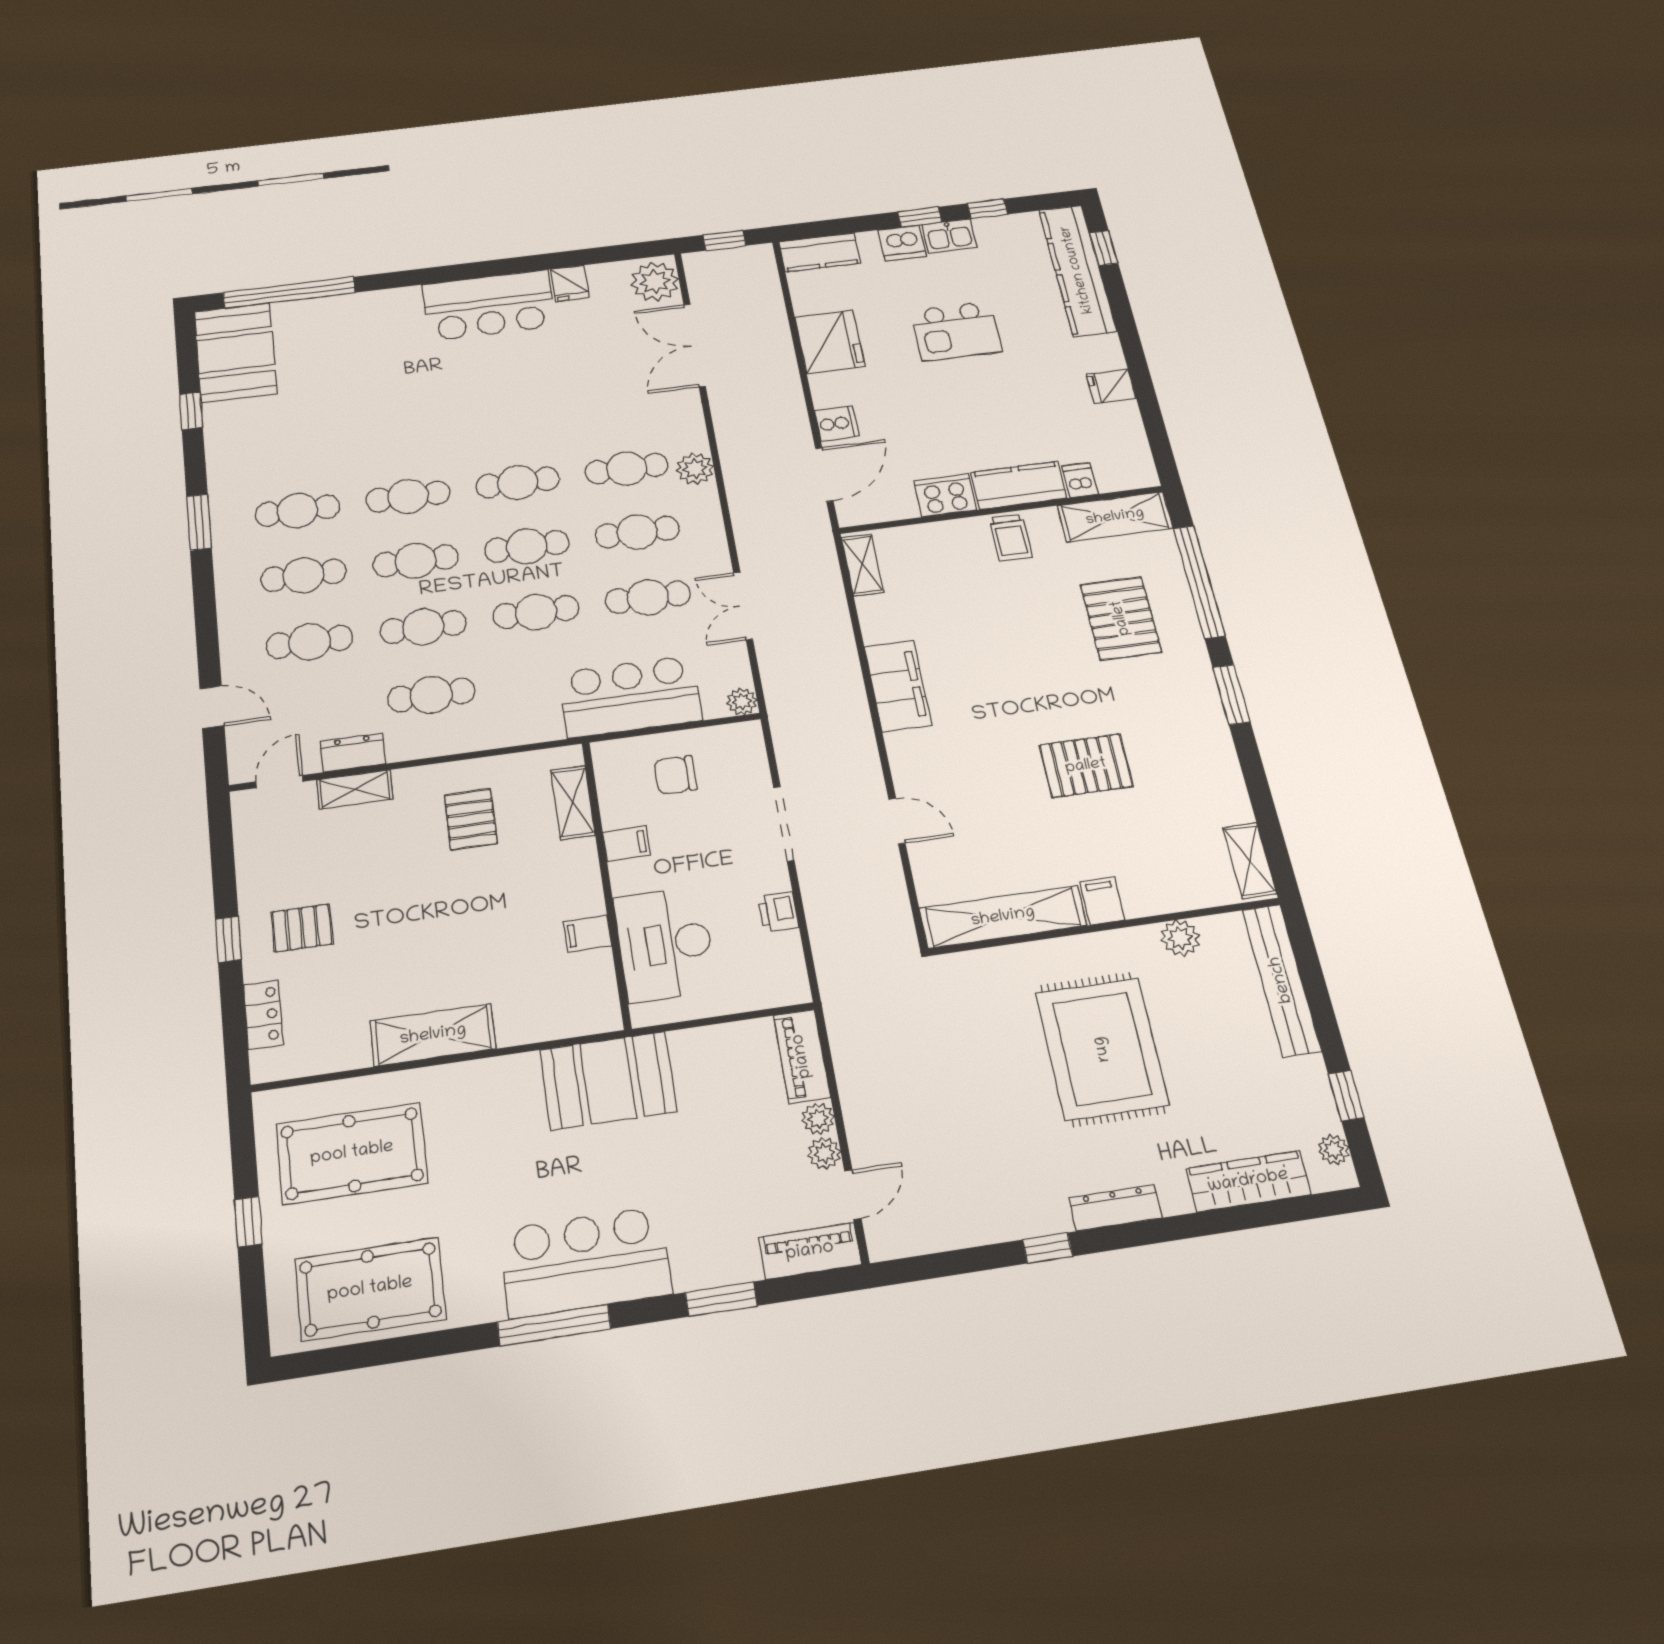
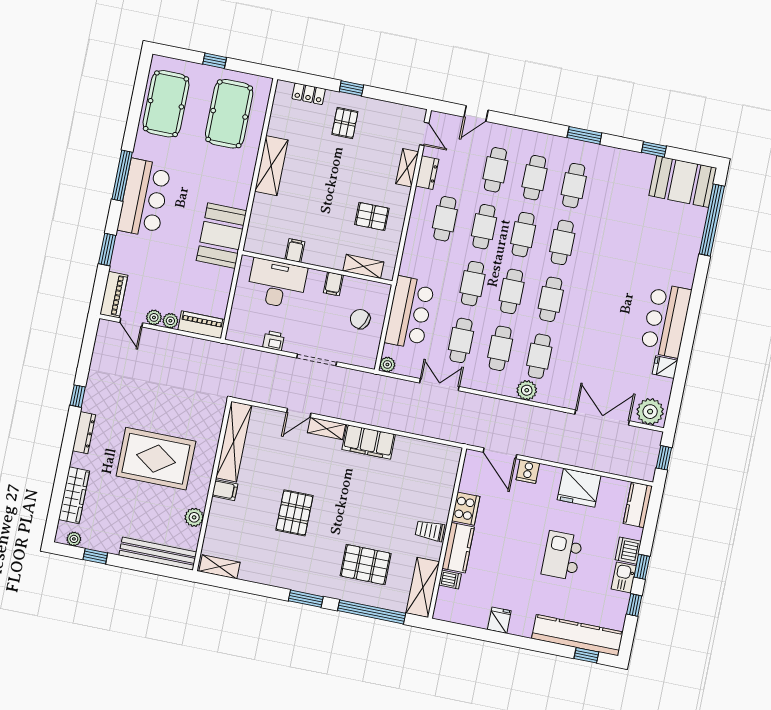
shelving: (862, 565) -> (326, 428), moved
chair: (675, 775) -> (360, 319), turned -66

